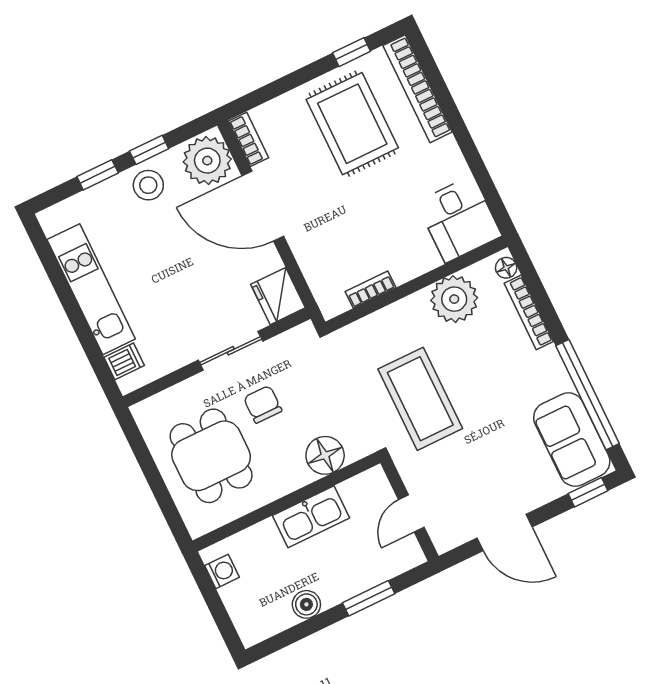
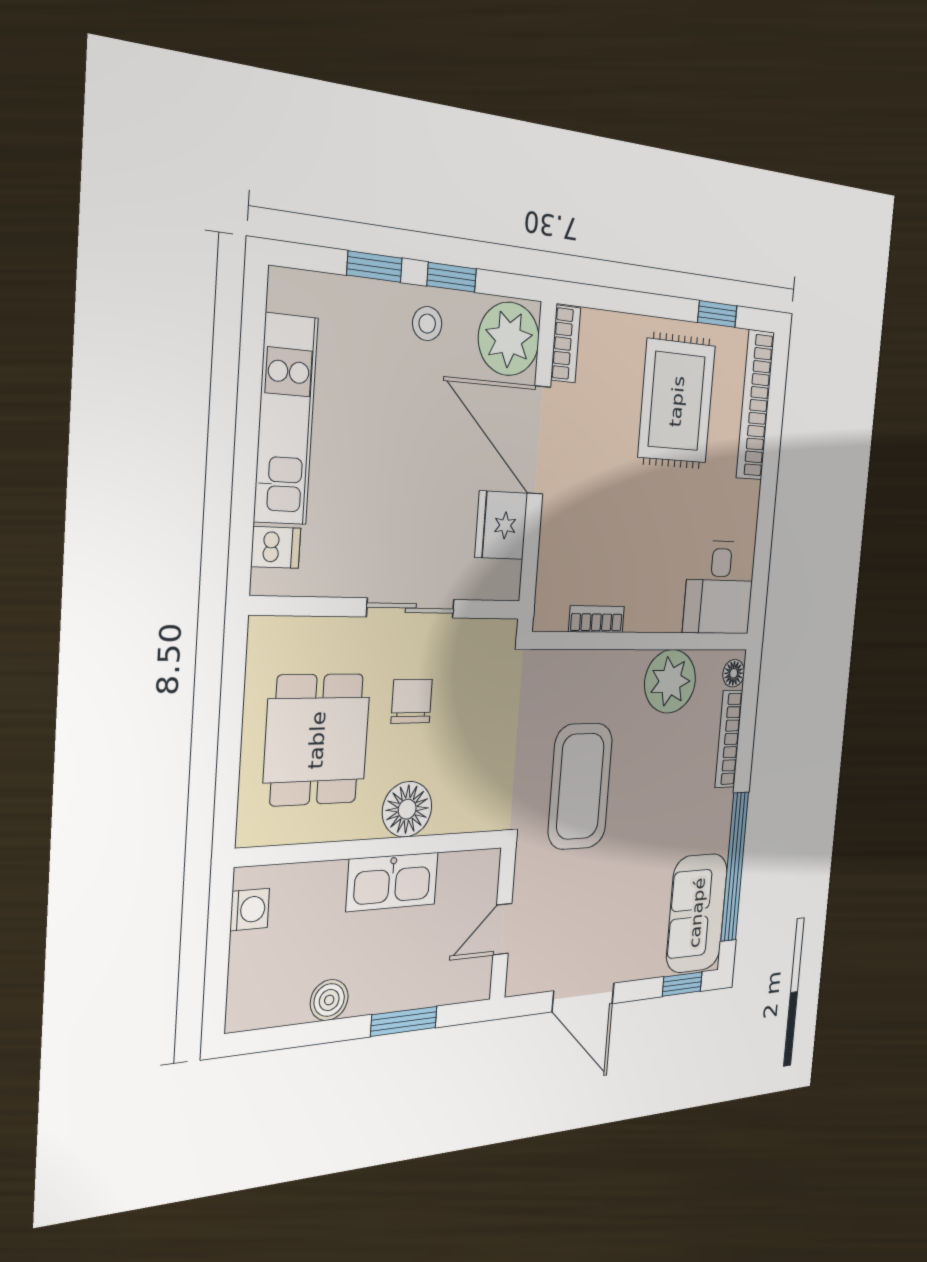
stool: (148, 185) -> (427, 324), width x0.73, depth x0.73
fridge: (278, 296) -> (501, 525), moved
floor lamp: (325, 455) -> (407, 809), moved

